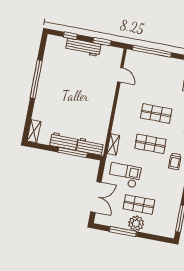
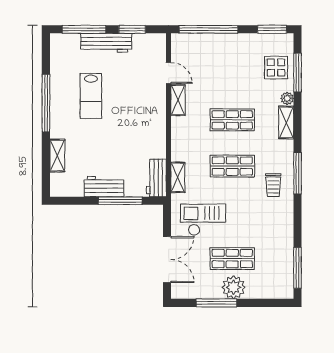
window: (70, 36) -> (84, 29), width x2.17
lab bench: (67, 80) -> (91, 96), added
shelving: (123, 94) -> (178, 100), added
shelving: (34, 131) -> (57, 156), moved
workbench: (90, 146) -> (156, 178), moved, turned -90

